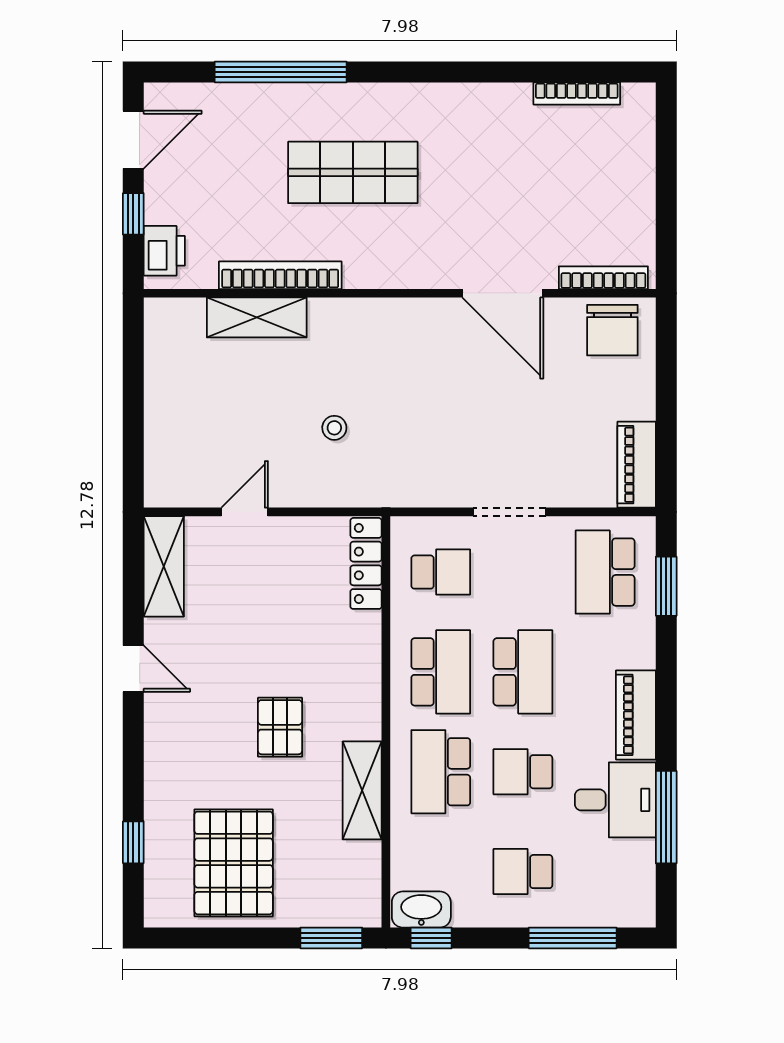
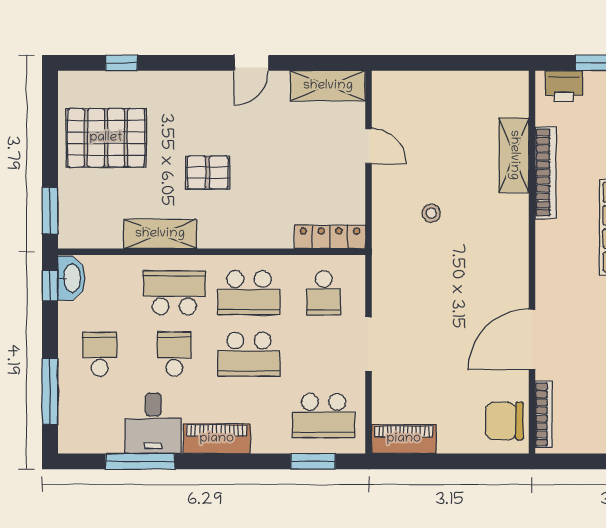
school desk: (605, 572) -> (324, 416), turned 180

